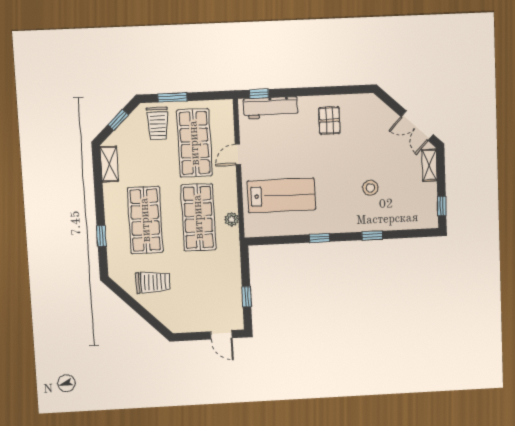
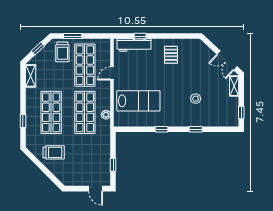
window: (259, 94) -> (140, 36), moved

